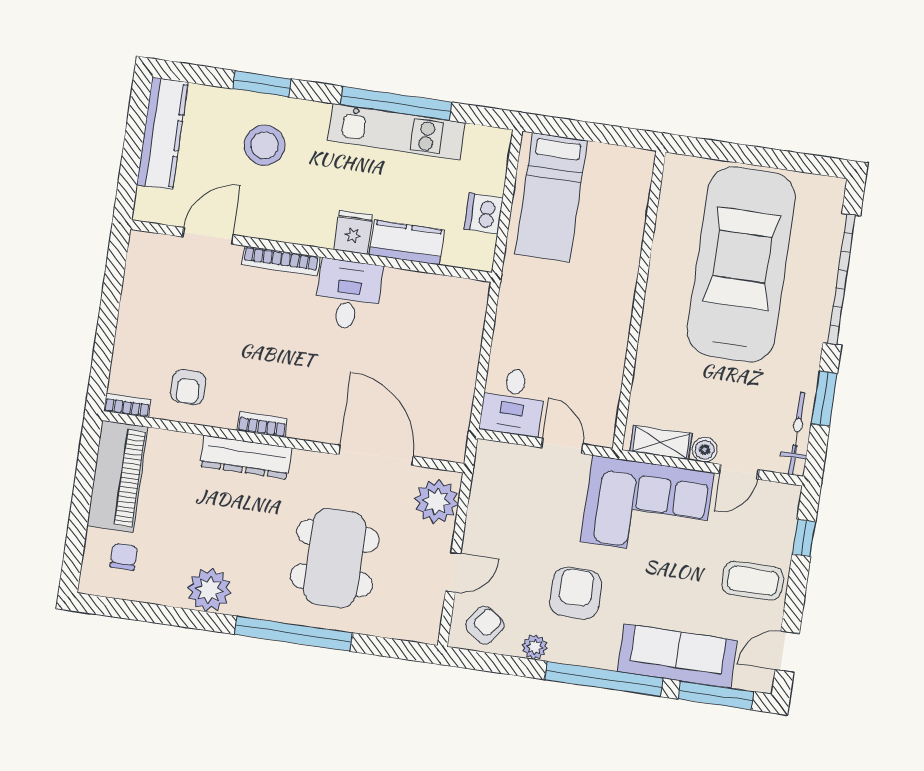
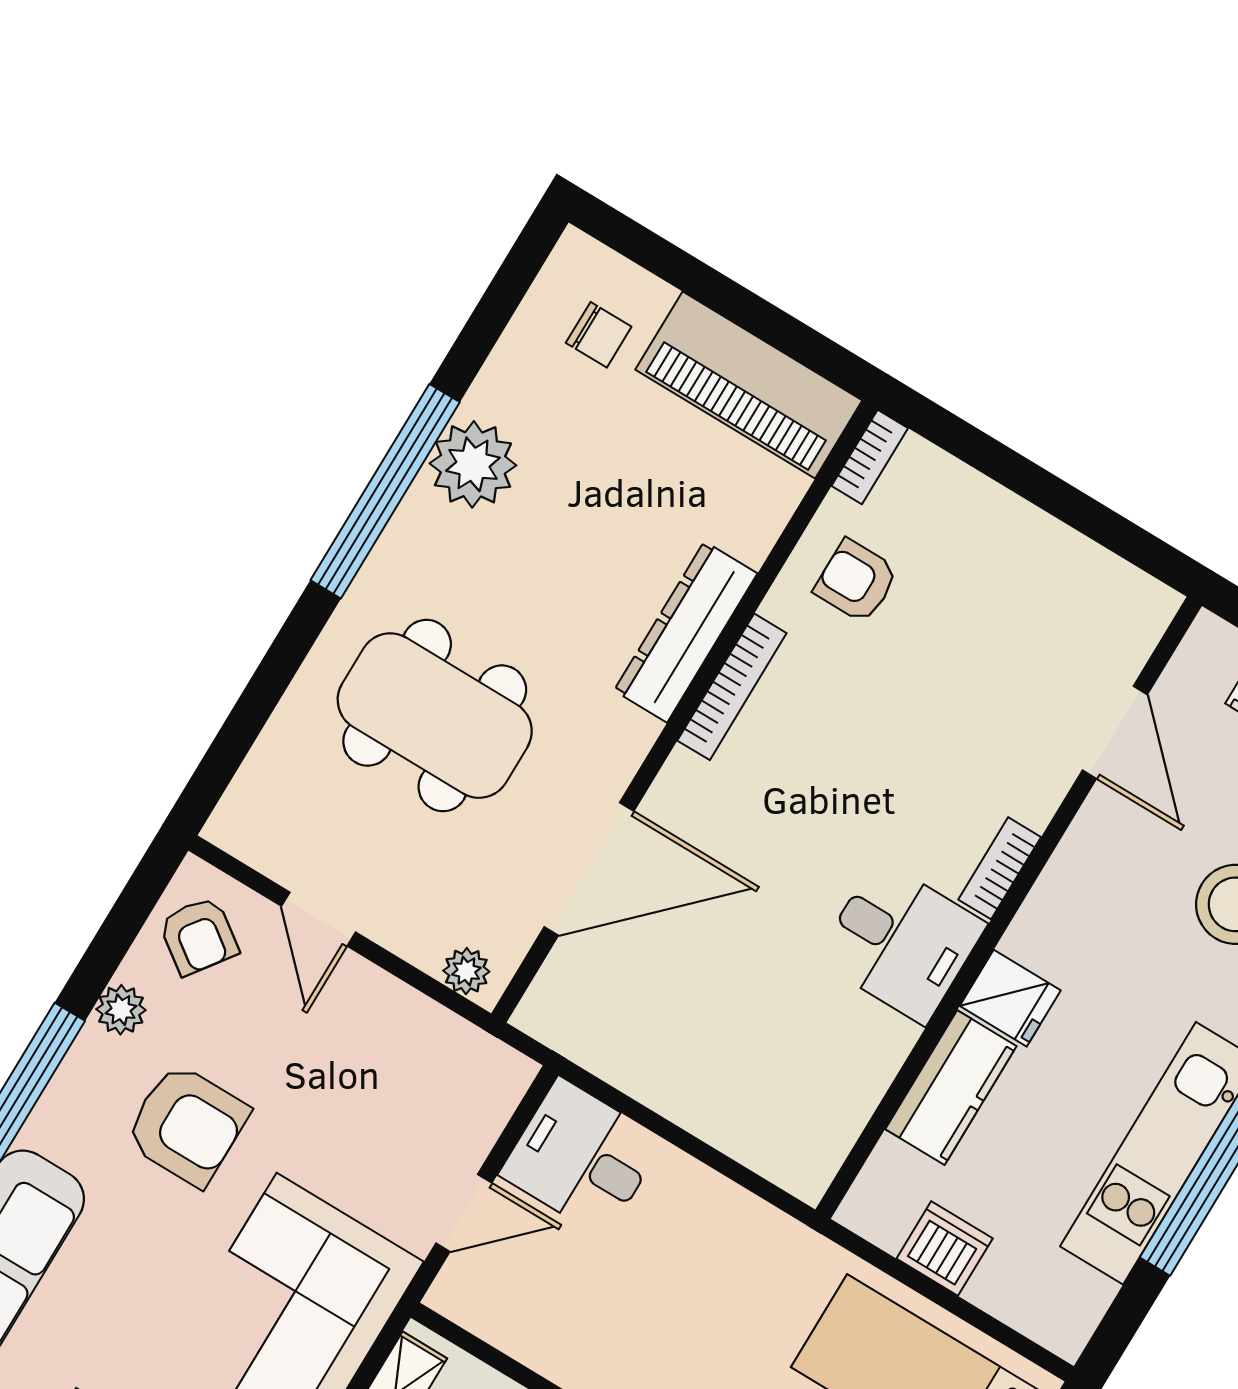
bookcase: (281, 261) -> (1000, 868), width x0.64
bookcase: (262, 424) -> (732, 687), width x1.56
plant: (436, 501) -> (466, 971), width x0.53, depth x0.53
window: (293, 634) -> (385, 491), moved

